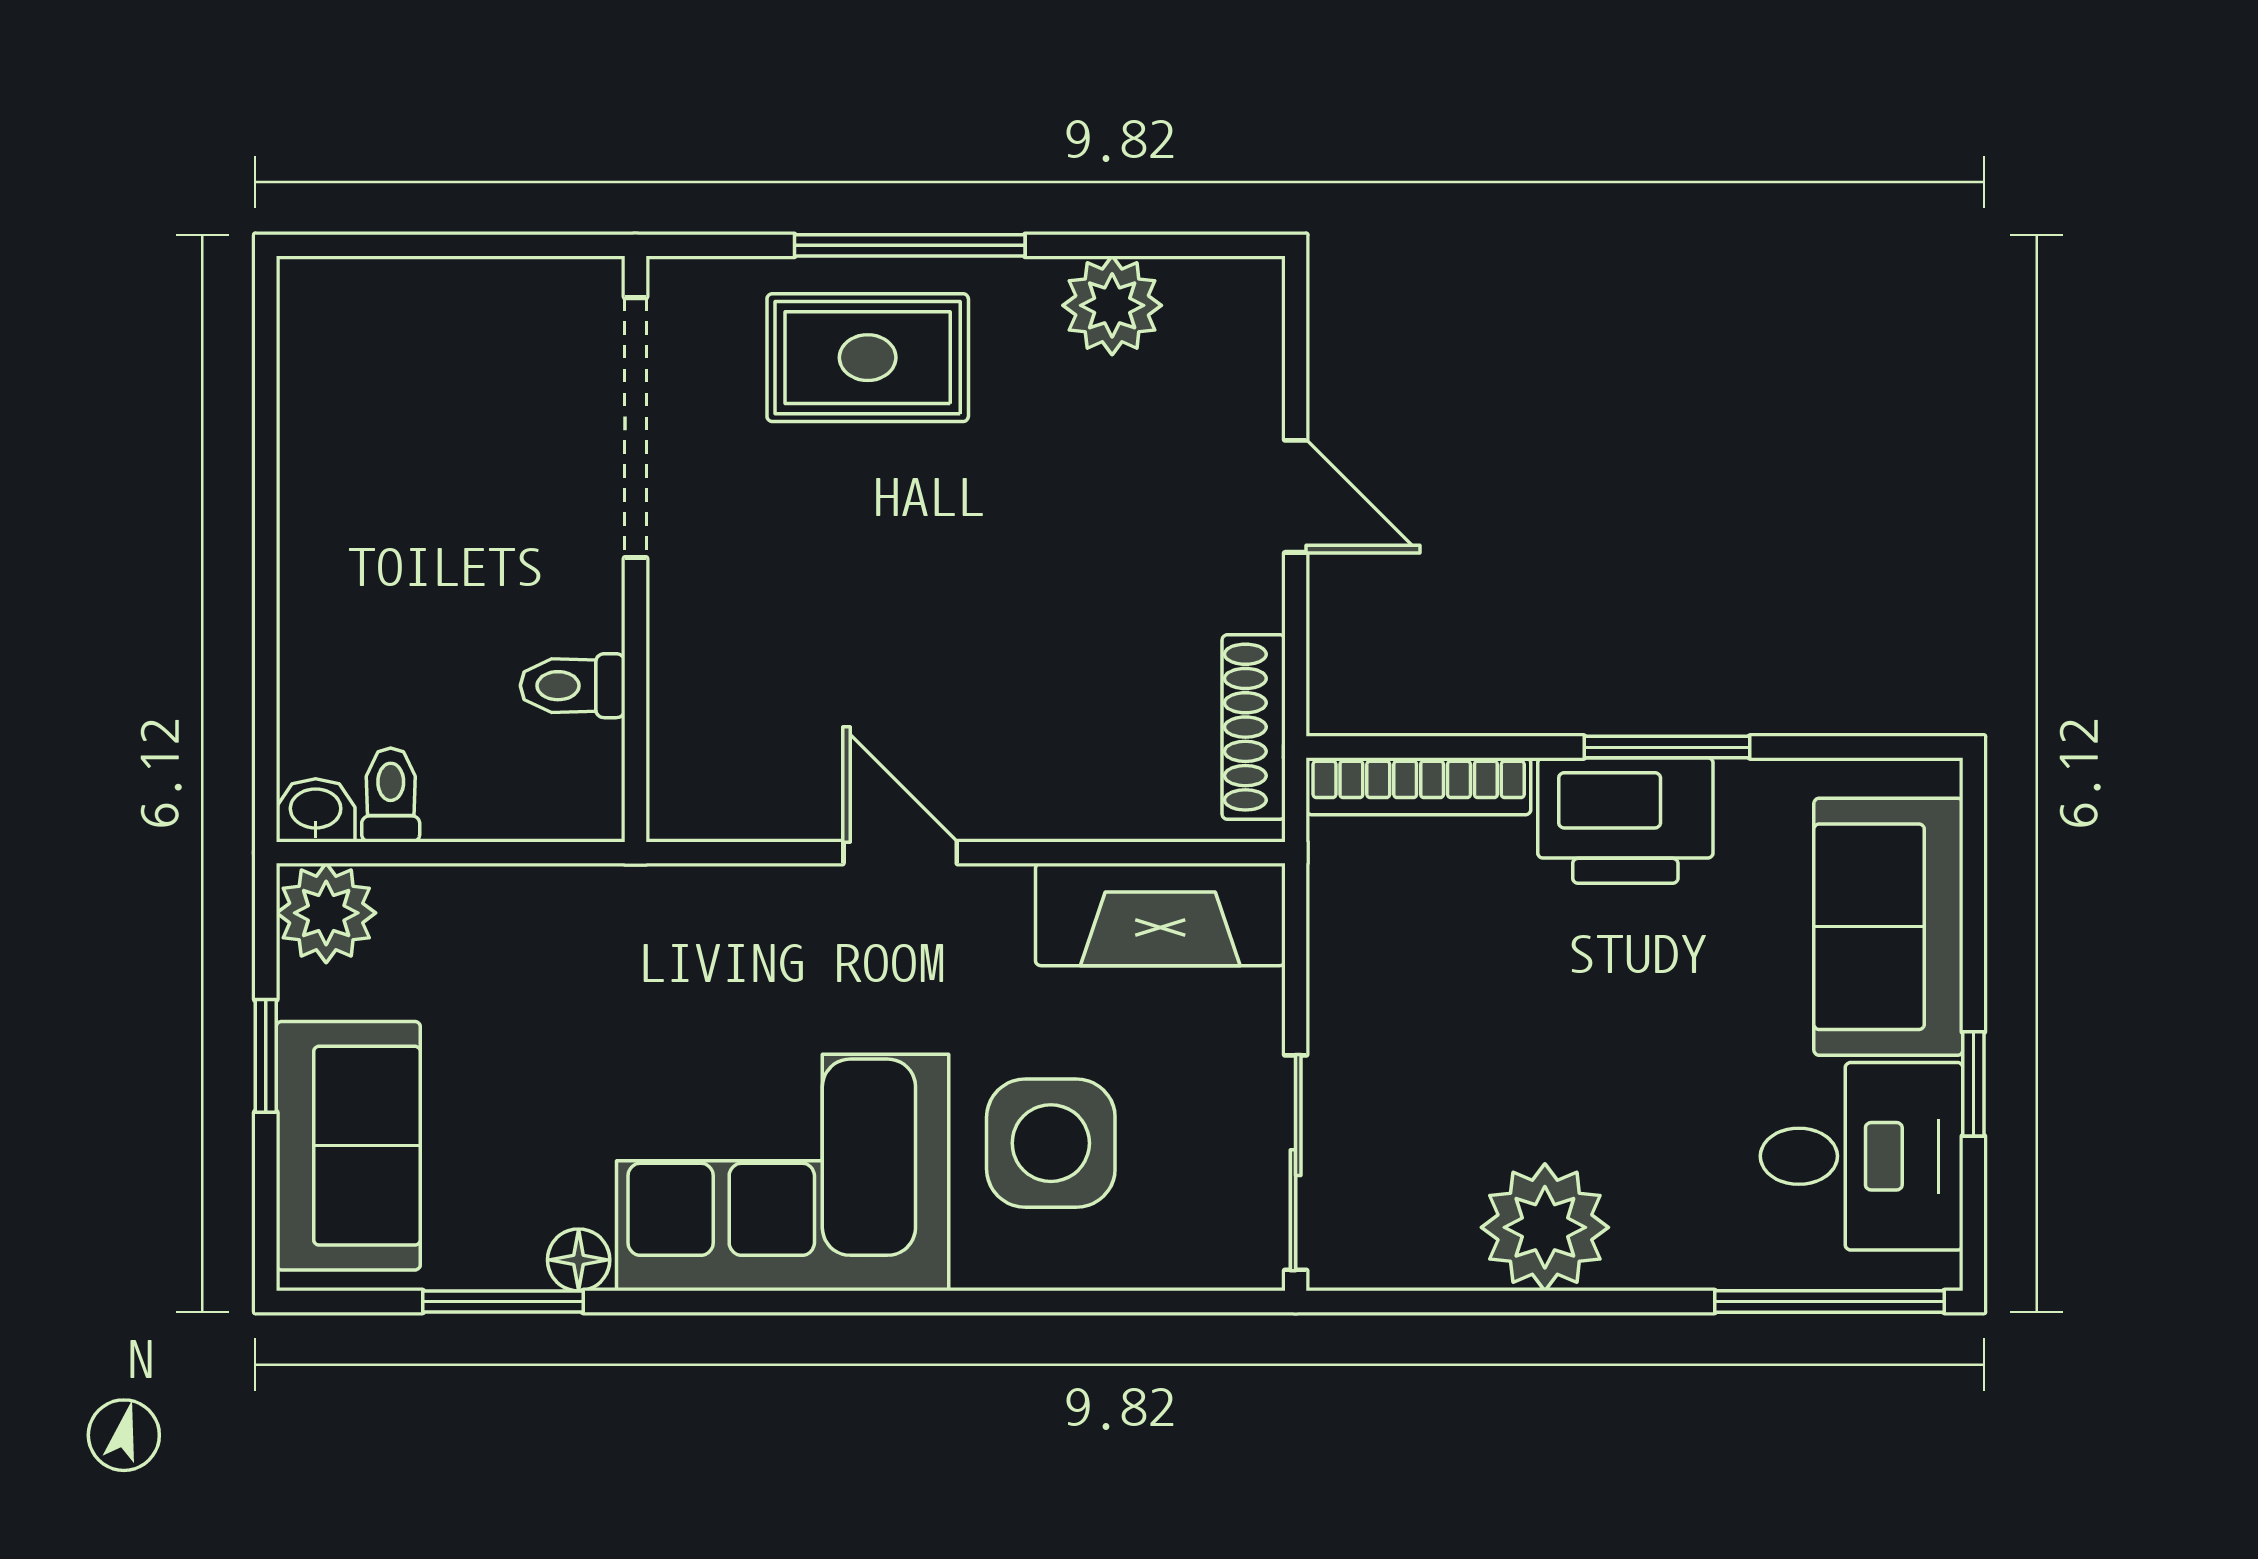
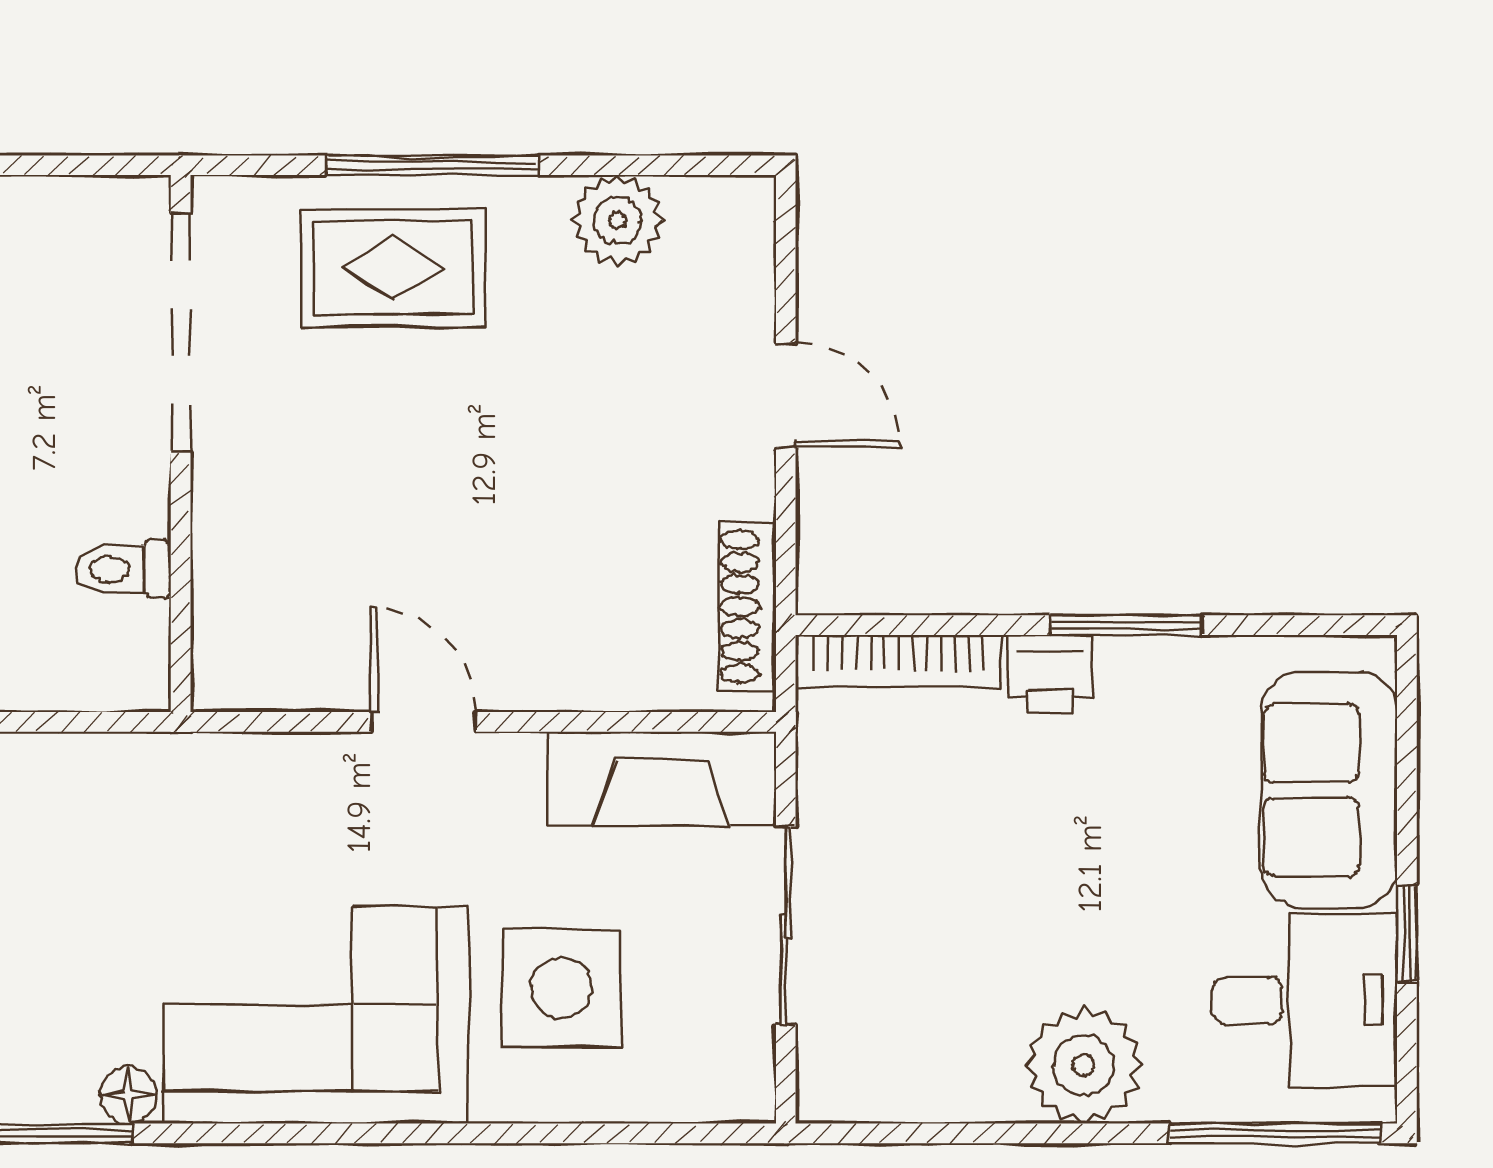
printer: (1625, 820) -> (1050, 674), width x0.53, depth x0.68
sliding door: (1296, 1163) -> (786, 926), moved
plant: (1545, 1227) -> (1084, 1065), moved

